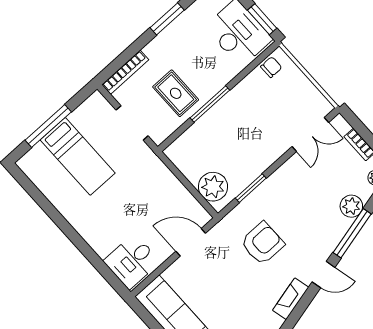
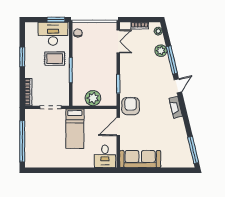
rug: (176, 93) -> (55, 59), moved
window: (48, 126) -> (22, 141), width x1.46
bed: (78, 156) -> (75, 129), moved, turned 90
plant: (213, 187) -> (93, 98), moved
armchair: (262, 243) -> (130, 106), moved

